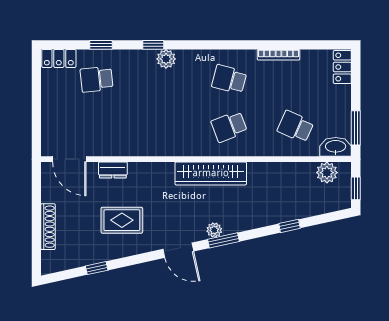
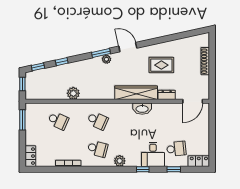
plant: (166, 59) -> (120, 161), moved
desk: (136, 70) -> (153, 154), added
school desk: (229, 127) -> (98, 121), turned 45
washbasin: (336, 147) -> (142, 109), moved
door: (69, 159) -> (193, 101), swing flipped
wardrobe: (211, 173) -> (136, 93), moved
plant: (327, 173) -> (73, 93), moved
window: (97, 268) -> (38, 67), moved

